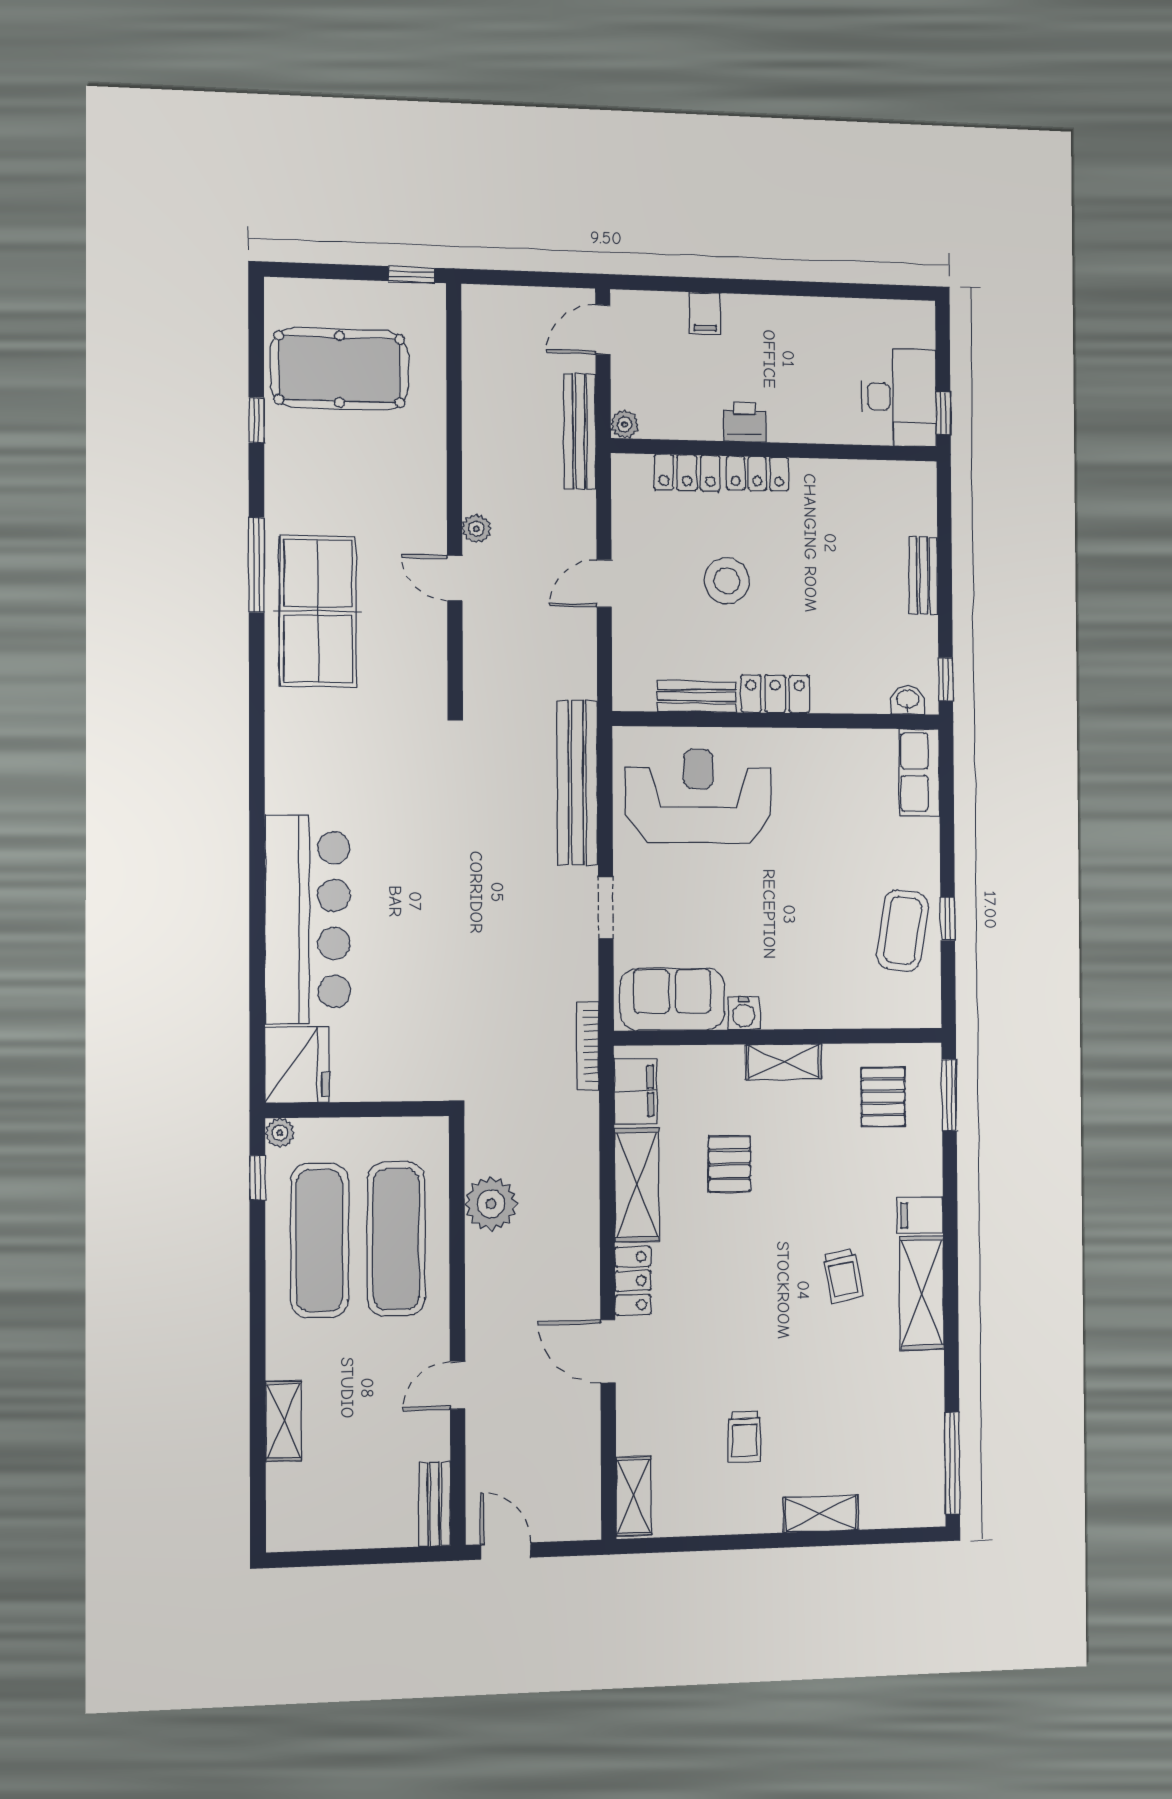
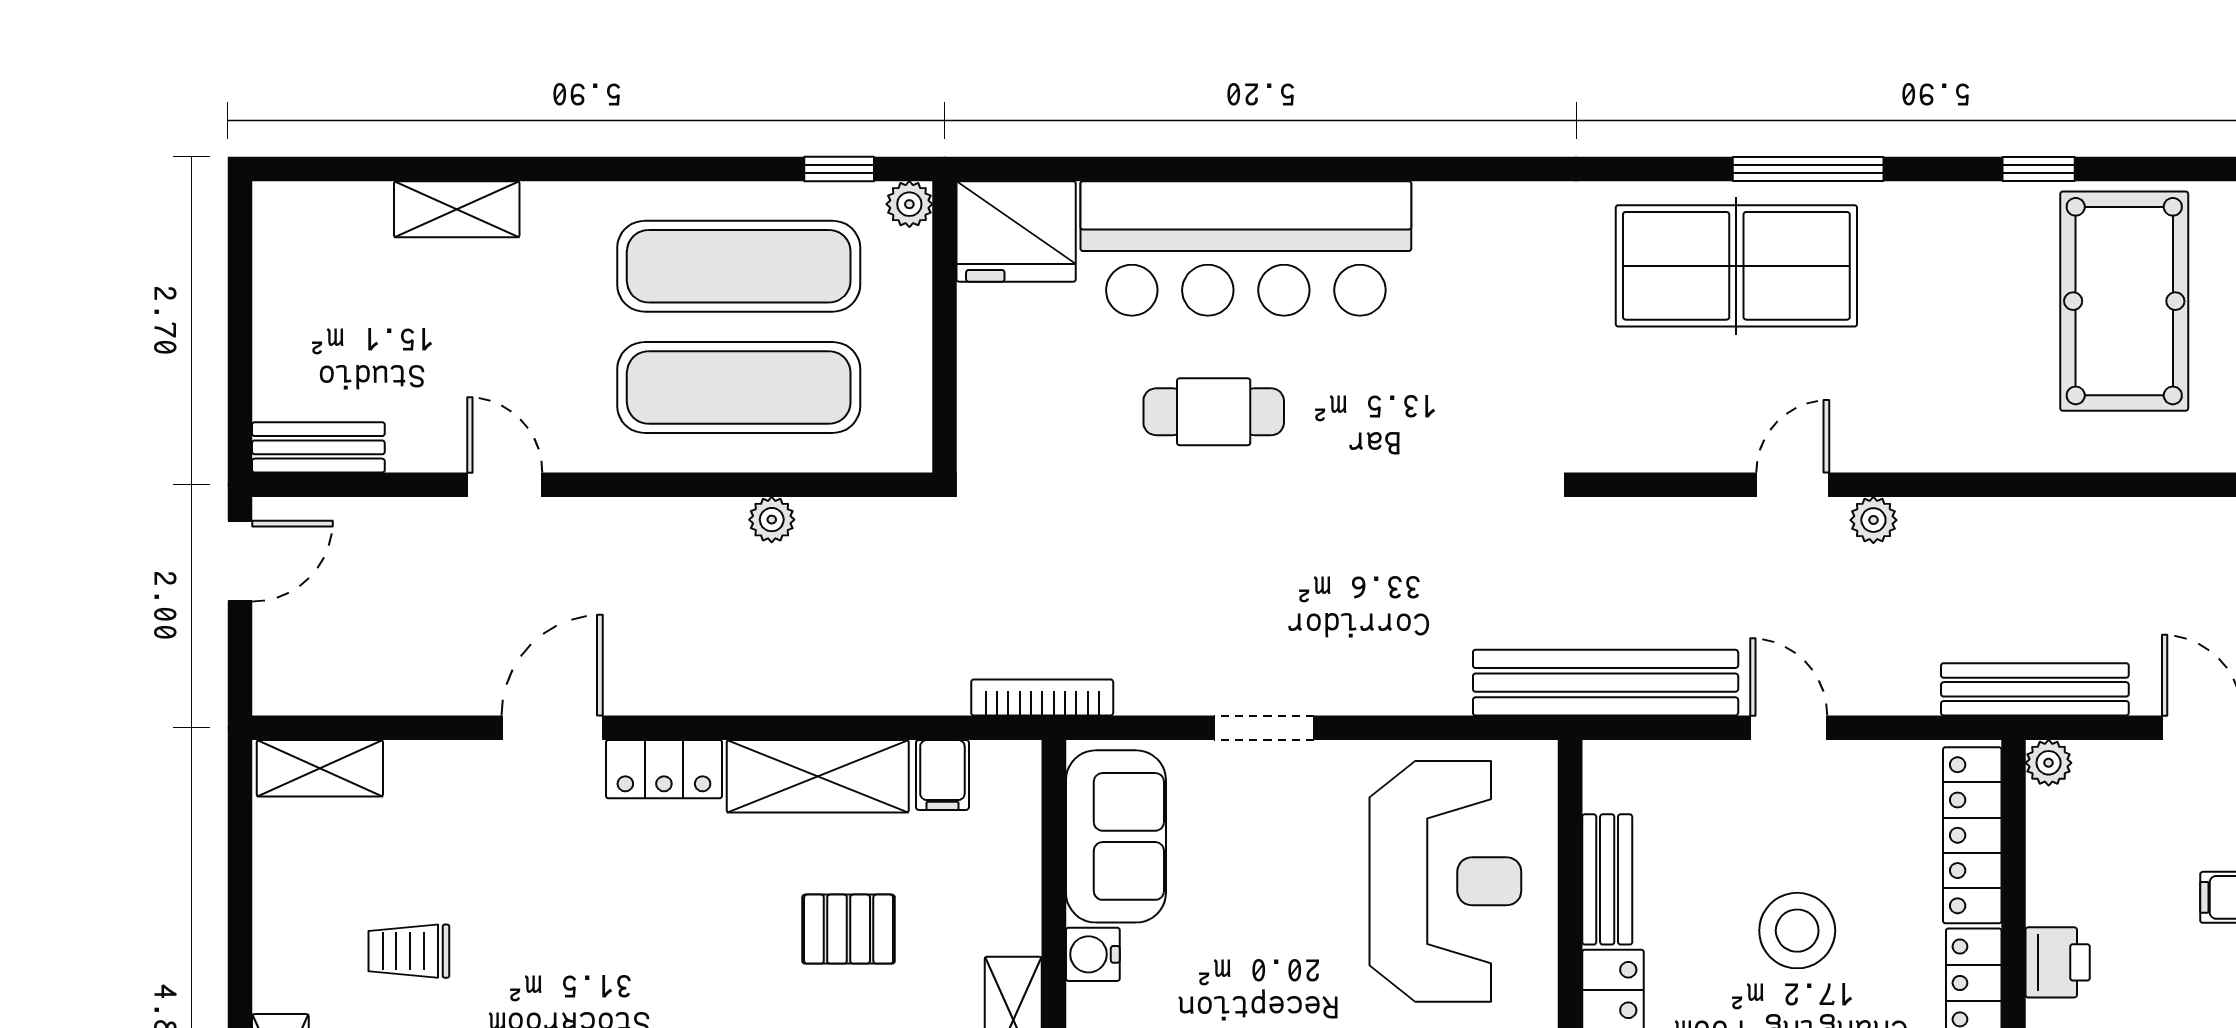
locker: (687, 473) -> (1972, 835), width x1.53
bench: (577, 783) -> (1606, 683), moved
cafe table: (410, 940) -> (1214, 412), added
filing cabinet: (635, 1091) -> (942, 775), width x0.50
plant: (491, 1204) -> (772, 520), width x0.53, depth x0.53

